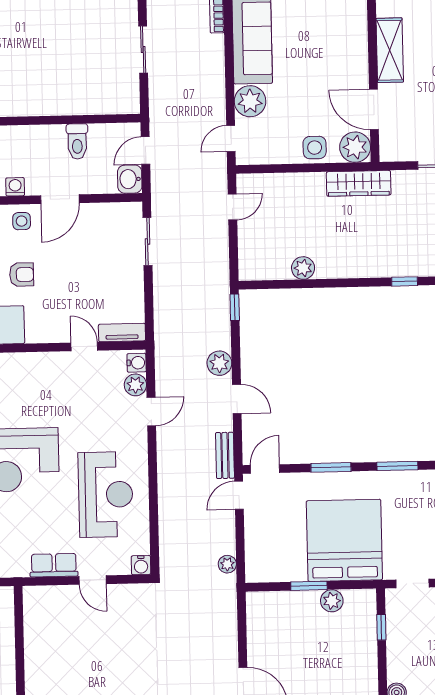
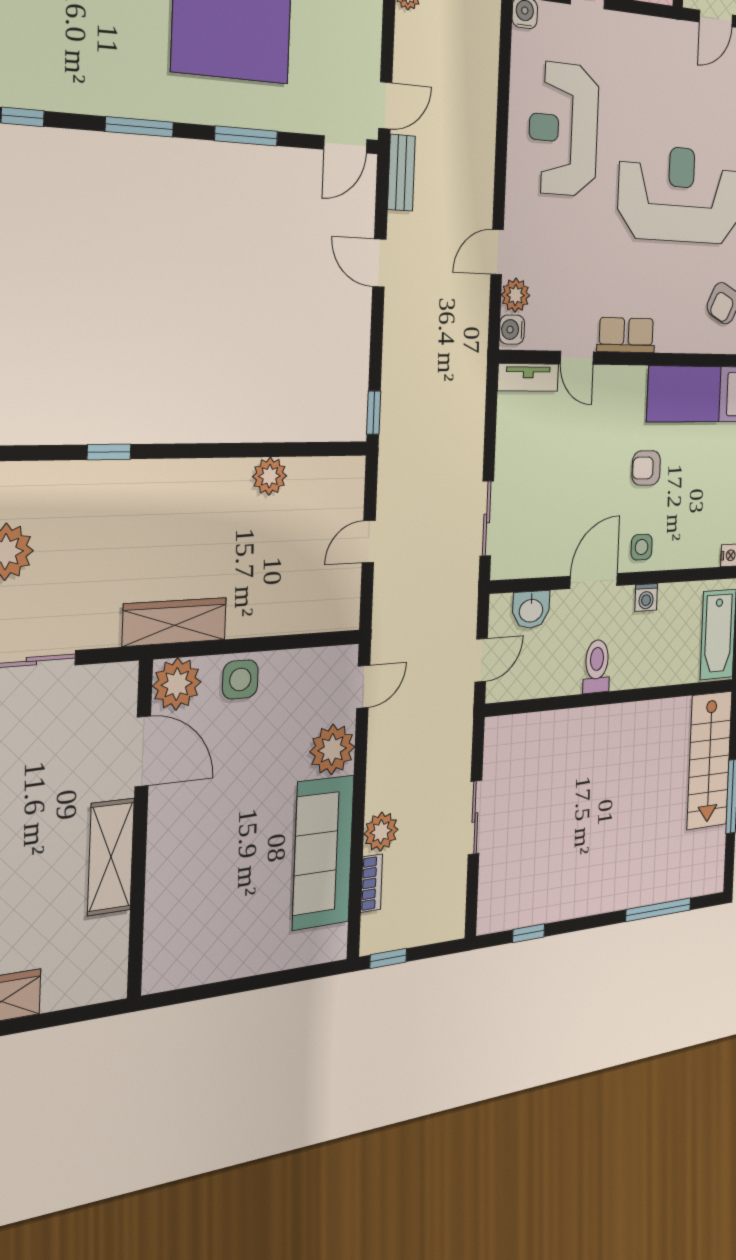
toilet: (77, 141) -> (597, 666), moved
washbasin: (130, 179) -> (531, 610), moved, turned 90
door: (232, 207) -> (369, 542), moved
plant: (219, 363) -> (381, 832), moved
row of seats: (54, 565) -> (626, 335), moved, turned 180

